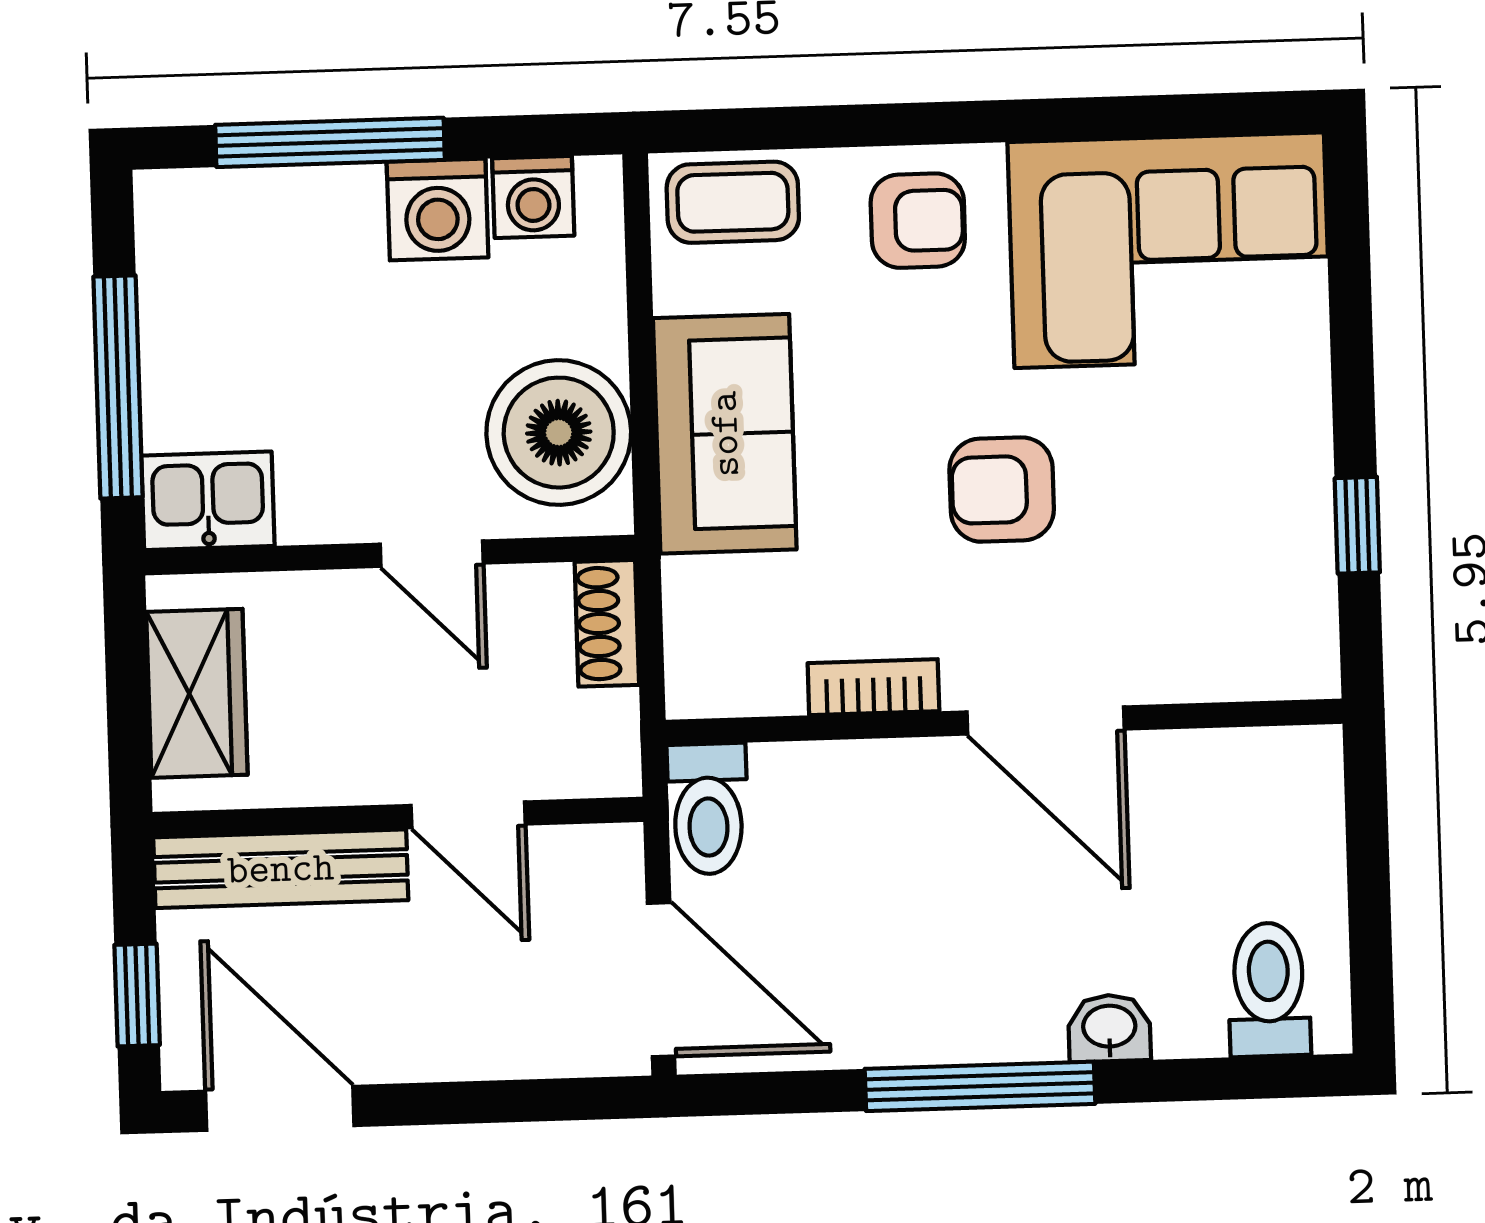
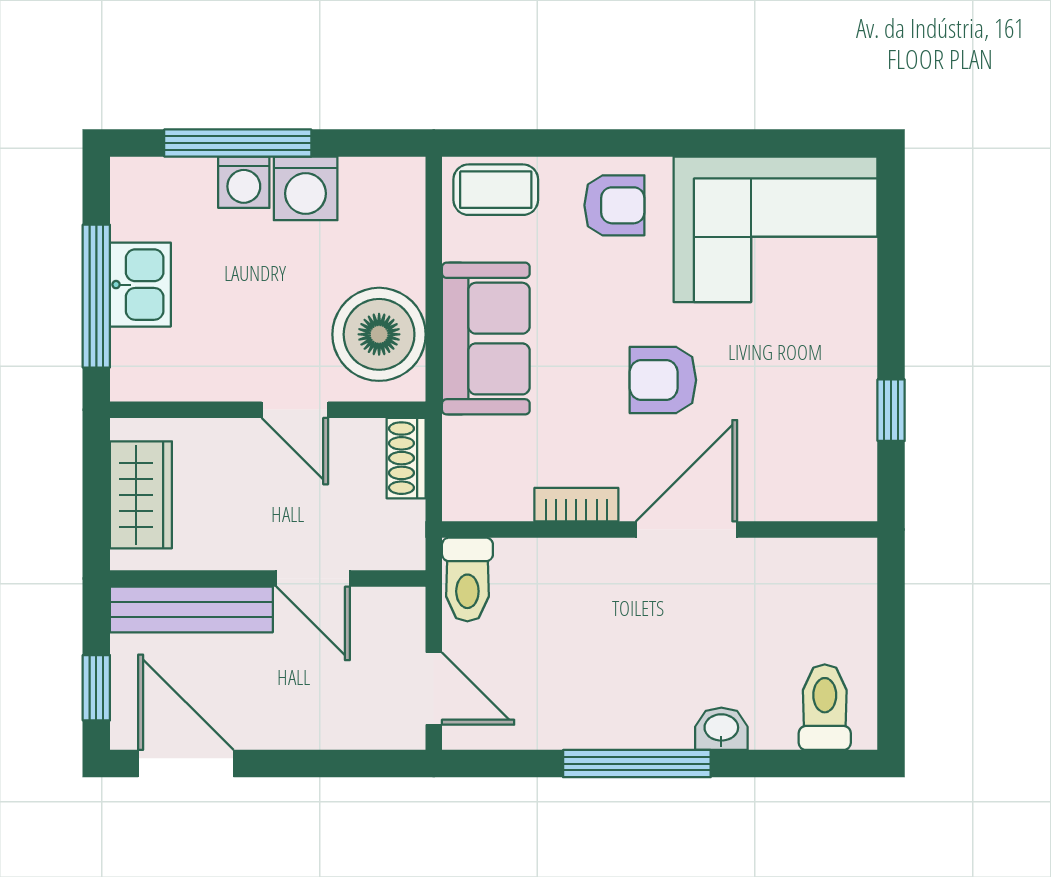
washing machine: (533, 197) -> (244, 182), moved
kitchen sink: (208, 501) -> (140, 285), moved, turned 90
door: (1046, 720) -> (687, 529), swing flipped
door: (661, 980) -> (434, 689), width x0.73

